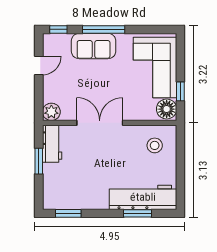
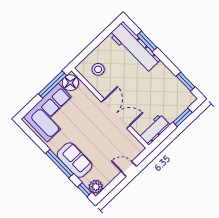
door: (39, 65) -> (129, 169), moved
window: (180, 91) -> (52, 85), width x2.17
plant: (51, 112) -> (96, 187), moved
double door: (100, 123) -> (116, 114), swing flipped
window: (39, 161) -> (183, 117), moved

